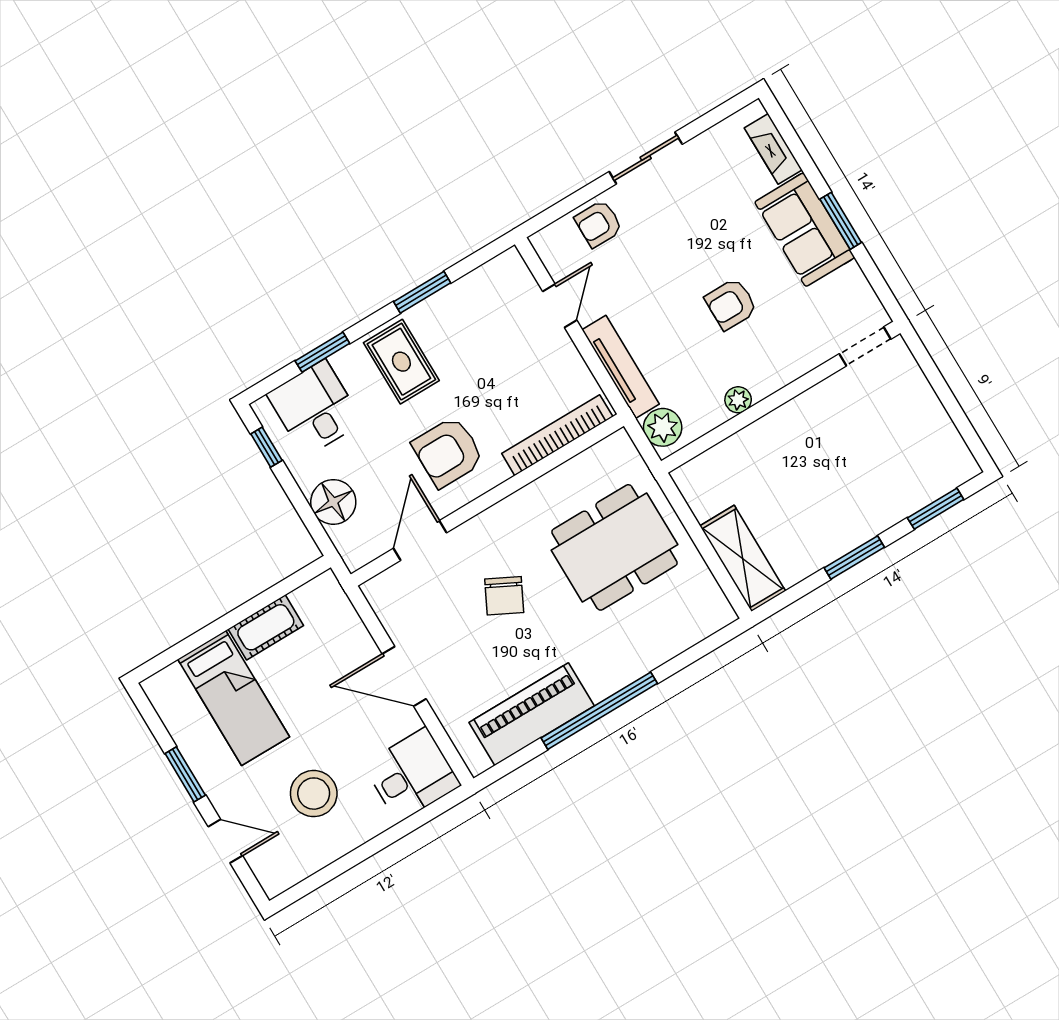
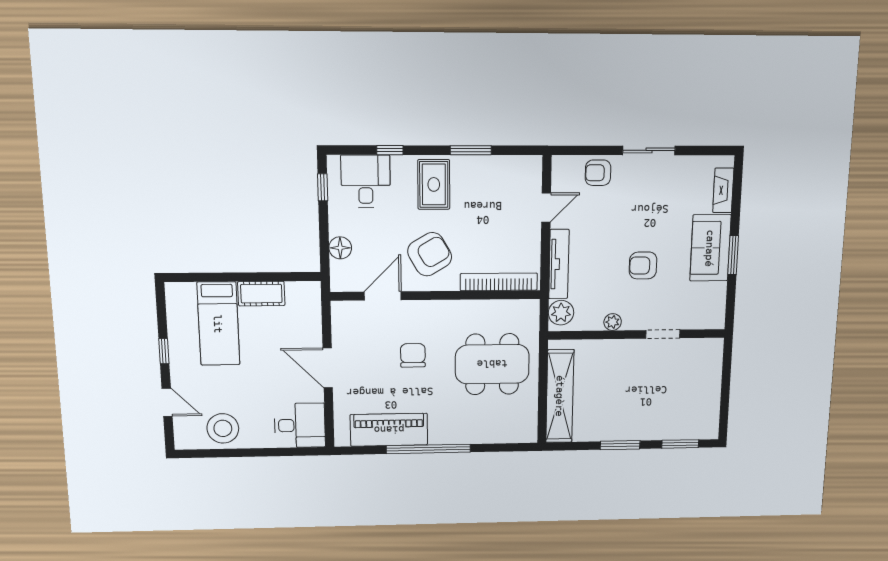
doorway: (865, 346) -> (663, 334), moved
window: (322, 352) -> (390, 150), width x0.67
armchair: (448, 452) -> (430, 254), turned 150
floor lamp: (333, 502) -> (340, 248), width x0.73, depth x0.73
shelving: (743, 558) -> (560, 396), width x1.47
chair: (504, 596) -> (413, 355), turned 153
window: (185, 774) -> (164, 351), width x0.67
stool: (314, 794) -> (223, 428), moved

